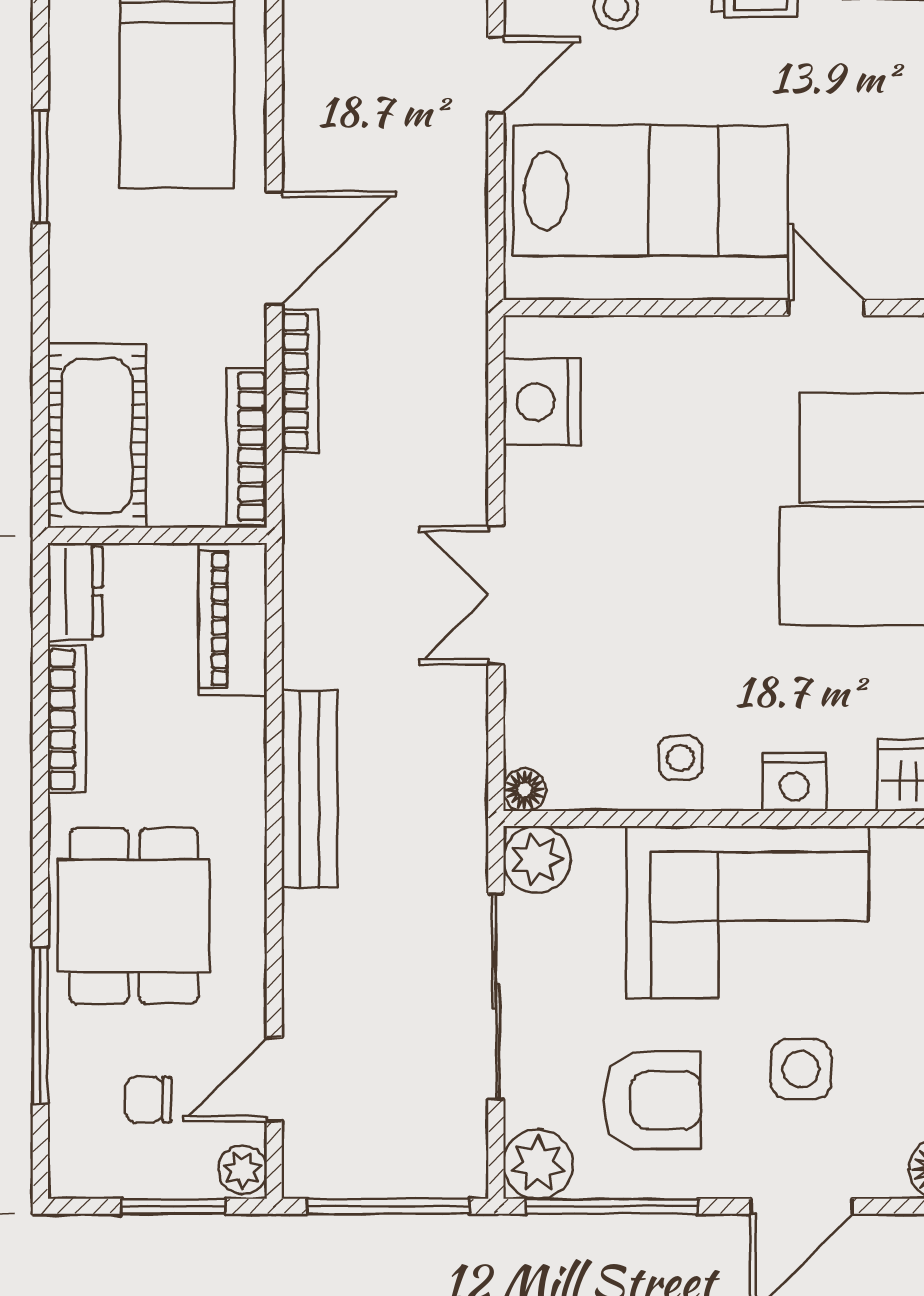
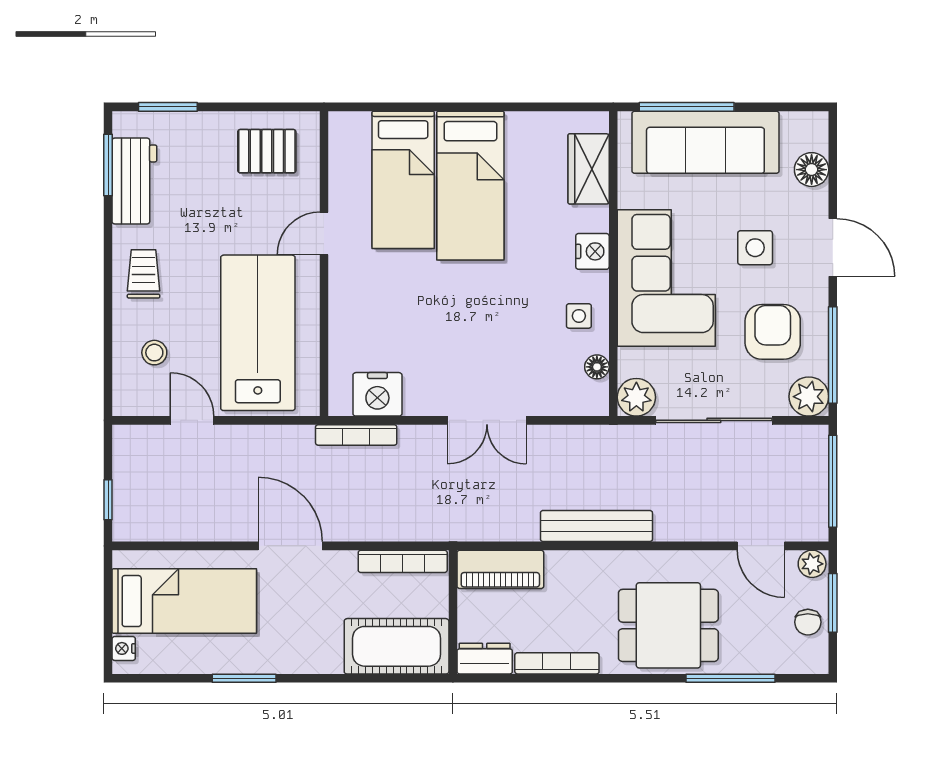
bookcase: (300, 381) -> (356, 435), moved, turned 180
floor lamp: (525, 790) -> (597, 367), moved
chair: (149, 1100) -> (808, 622), moved

